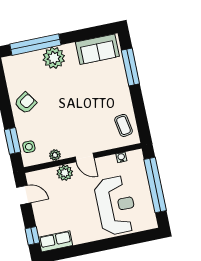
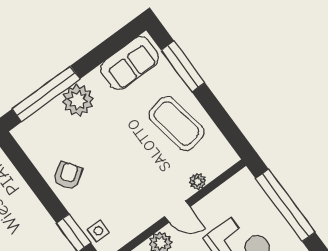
coffee table: (124, 125) -> (177, 123), moved, width x1.86, depth x1.72
plant: (55, 155) -> (198, 181), moved
water cooler: (121, 157) -> (225, 190), removed

